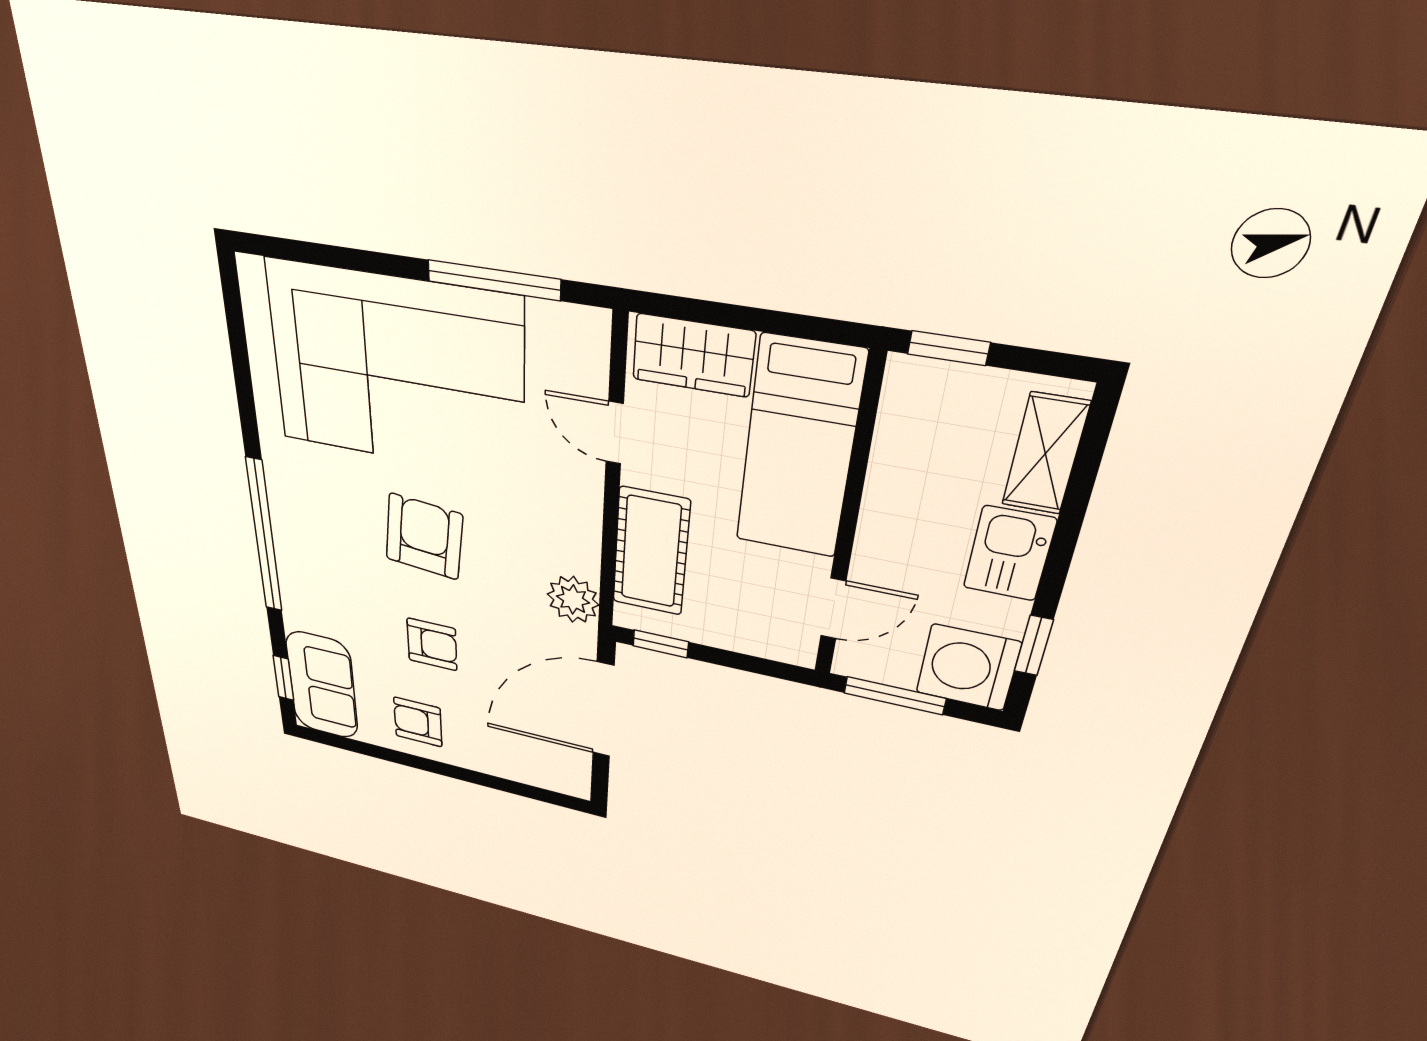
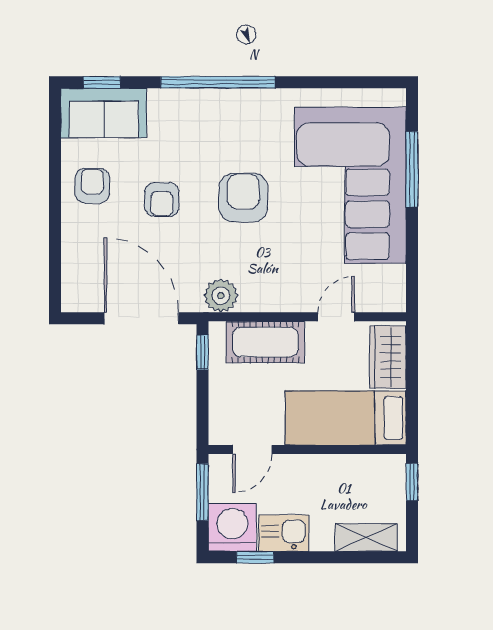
window: (494, 280) -> (412, 169), moved
armchair: (424, 537) -> (243, 198), turned -96
kitchen sink: (1009, 553) -> (284, 533), moved
door: (833, 609) -> (252, 450), hinge flipped

